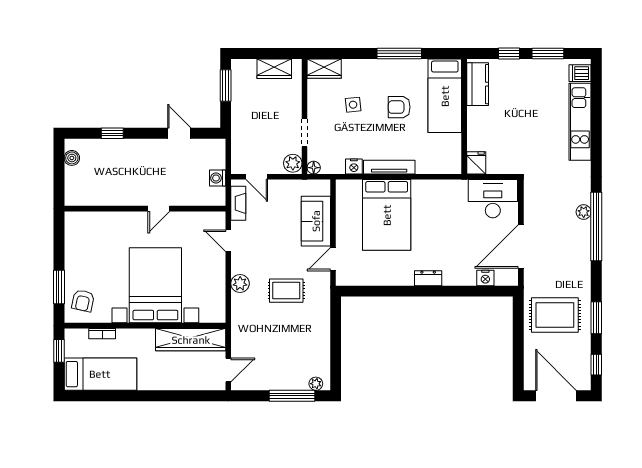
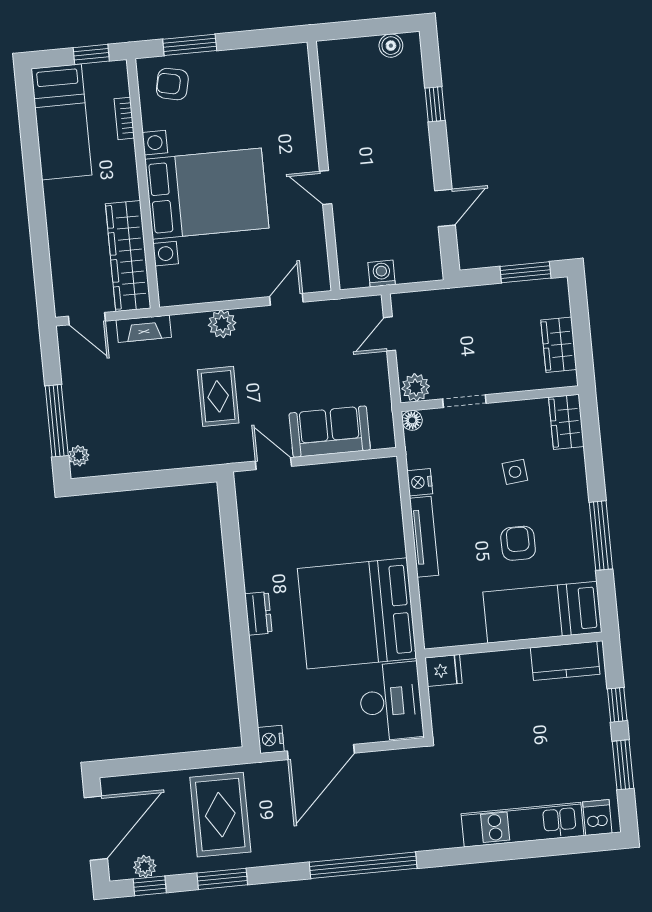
fireplace: (238, 203) -> (144, 329), moved
plant: (584, 212) -> (145, 867), moved
bed: (387, 215) -> (357, 613), moved, width x1.36
door: (521, 247) -> (321, 752), swing flipped
nightstand: (485, 278) -> (271, 739), moved

